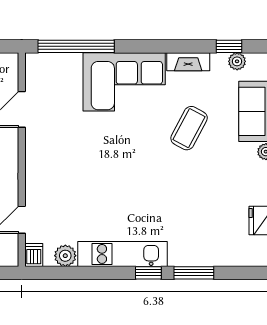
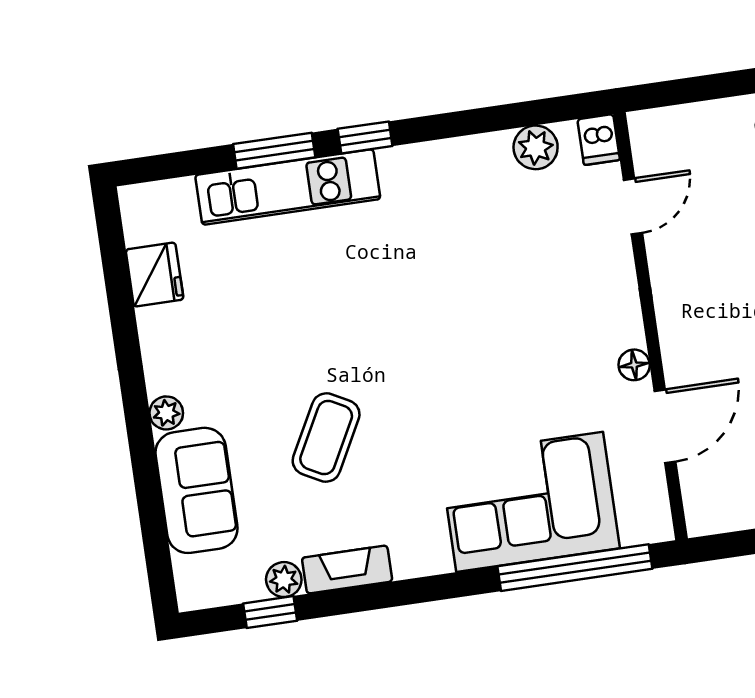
plant: (237, 61) -> (284, 580), moved
corner sofa: (124, 82) -> (530, 502), moved
floor lamp: (32, 142) -> (634, 365), added
kitchen unit: (123, 254) -> (288, 187), moved

